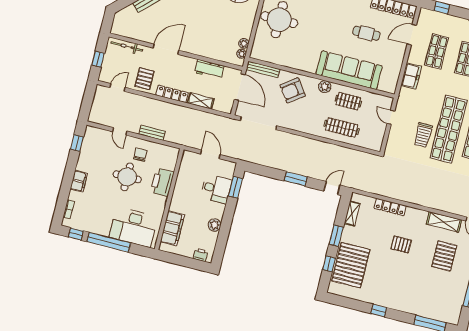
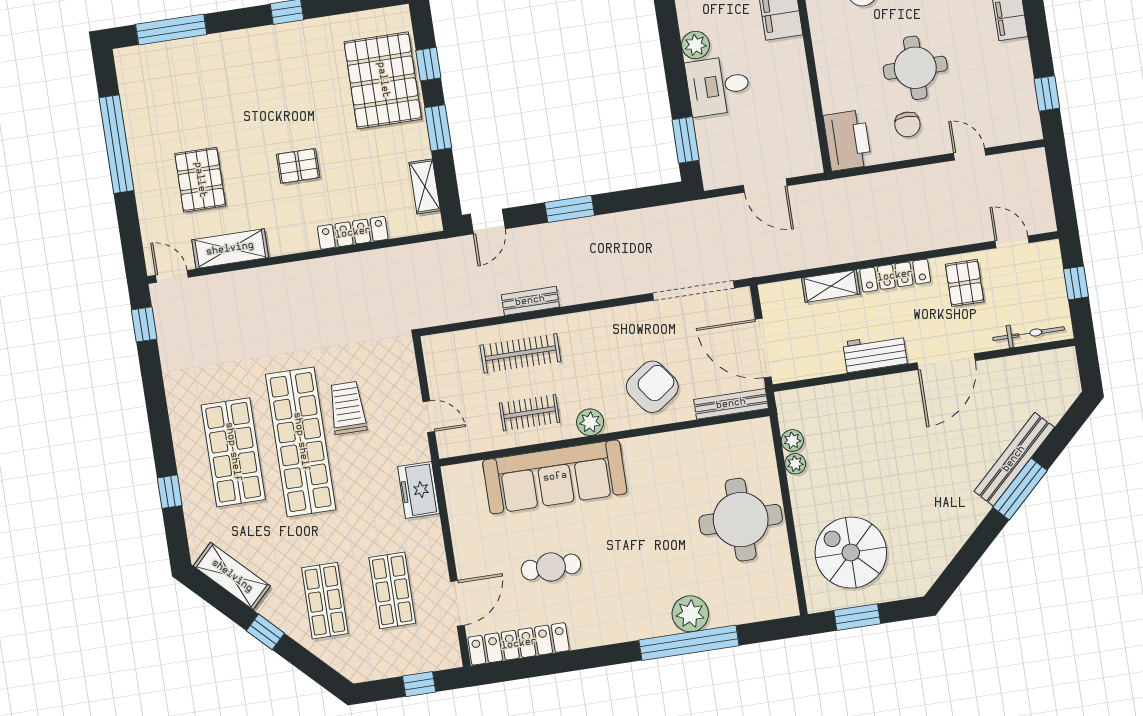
plant: (241, 54) -> (795, 464), moved
workbench: (209, 69) -> (875, 353), moved
freezer: (411, 76) -> (419, 490), moved
door: (118, 87) -> (1012, 242), swing flipped
bench: (152, 133) -> (530, 301), moved
printer: (162, 182) -> (847, 140), moved
desk: (216, 189) -> (718, 86), moved

